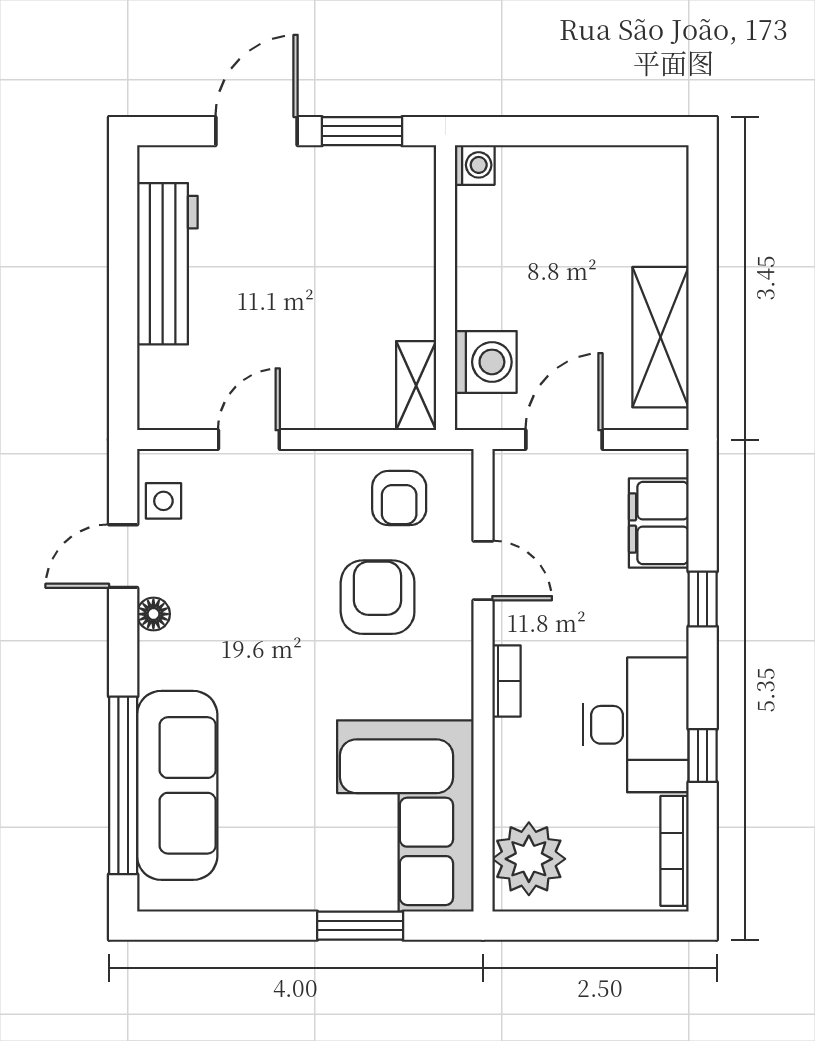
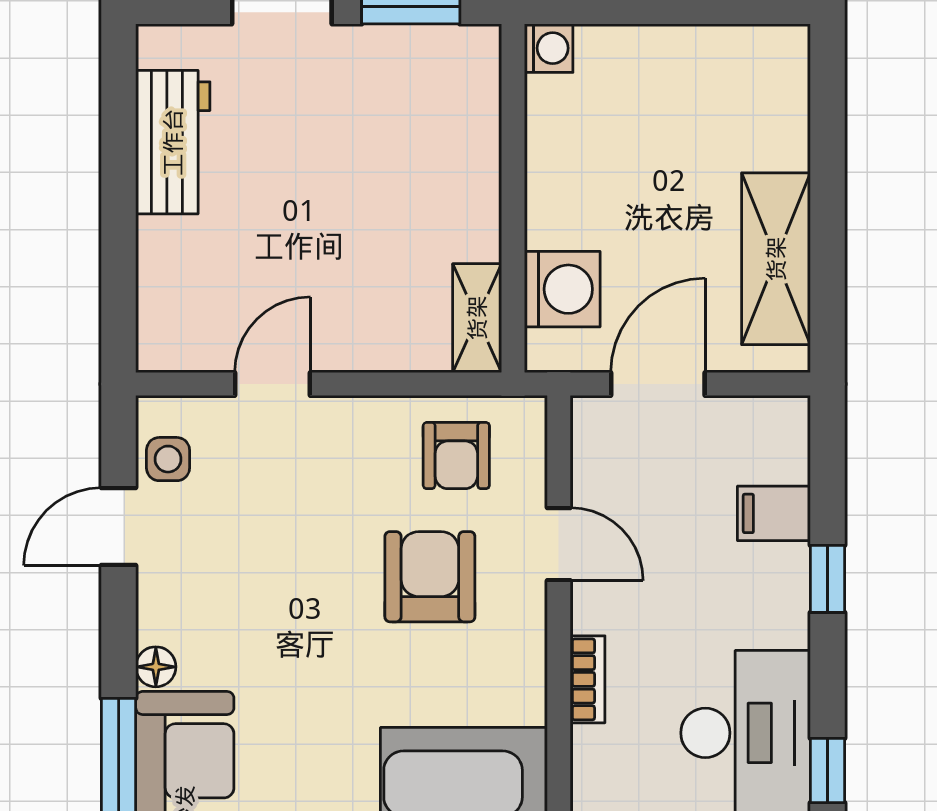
workbench: (167, 264) -> (173, 142), width x0.73
filing cabinet: (659, 523) -> (774, 513), width x0.50
floor lamp: (153, 614) -> (156, 667), moved

